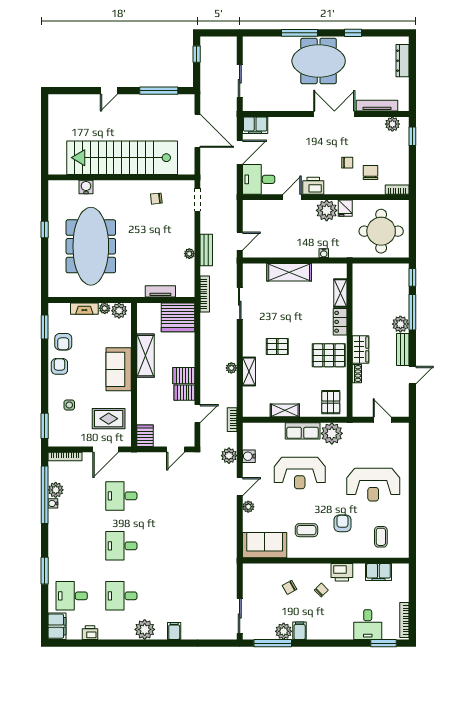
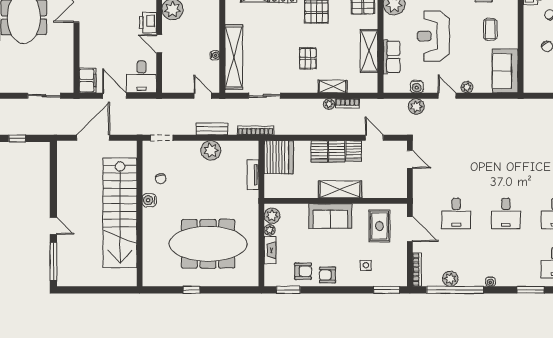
window: (159, 91) -> (53, 262), moved
water cooler: (86, 187) -> (149, 200), moved
water cooler: (324, 253) -> (215, 55), moved
plant: (189, 254) -> (211, 150), width x1.87, depth x1.87
shelving: (289, 272) -> (234, 57), width x1.47
shelving: (146, 356) -> (340, 189), moved
shelving: (285, 410) -> (369, 51), width x1.50, depth x1.33
bookcase: (232, 420) -> (347, 103), moved
row of seats: (303, 431) -> (392, 57), moved
server rack: (145, 436) -> (319, 151), moved, turned -90
reception desk: (300, 473) -> (434, 36), turned 180
water cooler: (53, 503) -> (490, 282), moved

